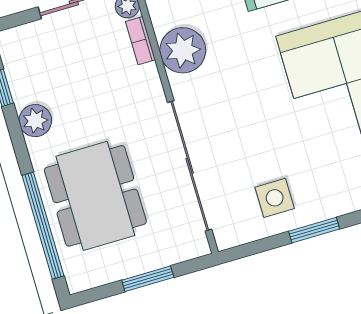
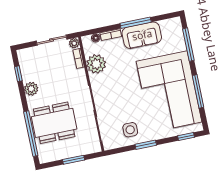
dining table: (95, 196) -> (54, 123), turned 90

